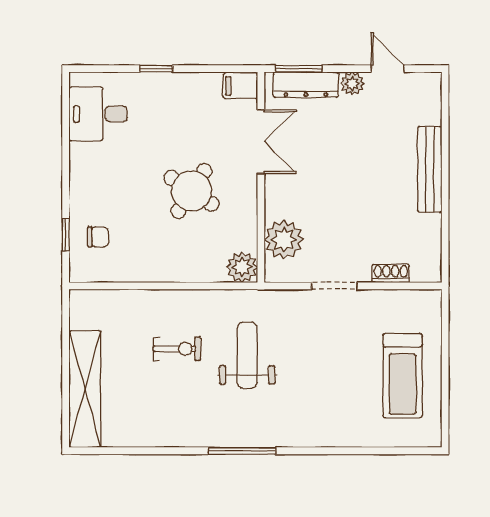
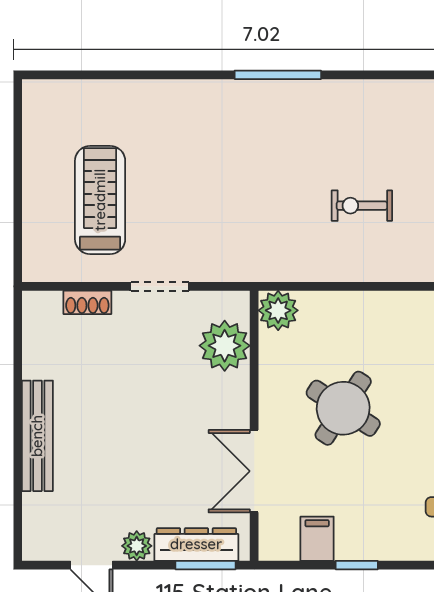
window: (156, 69) -> (357, 565), moved
filing cabinet: (240, 86) -> (317, 539), moved, turned -90
weight bench: (247, 355) -> (272, 197), removed
treadmill: (403, 376) -> (100, 200), moved

